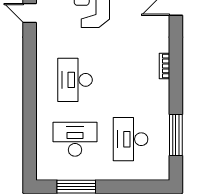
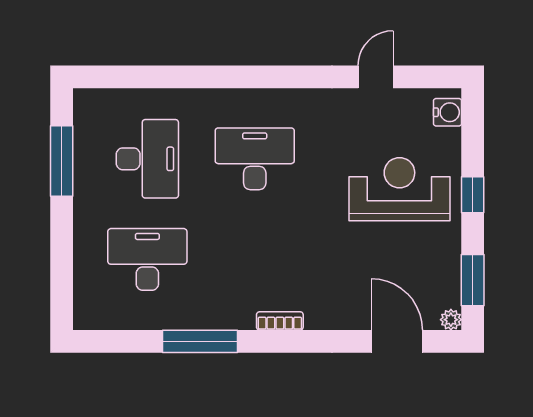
window: (176, 135) -> (200, 341), moved

